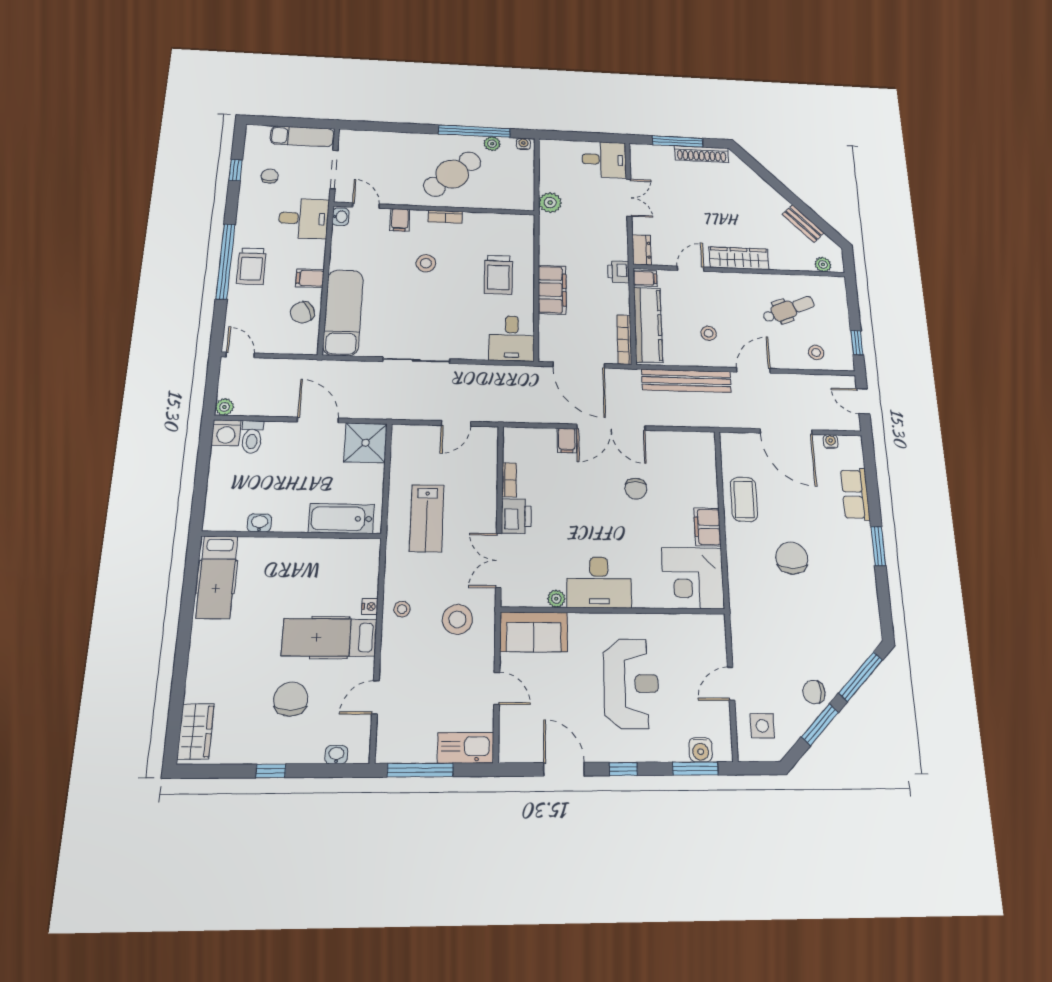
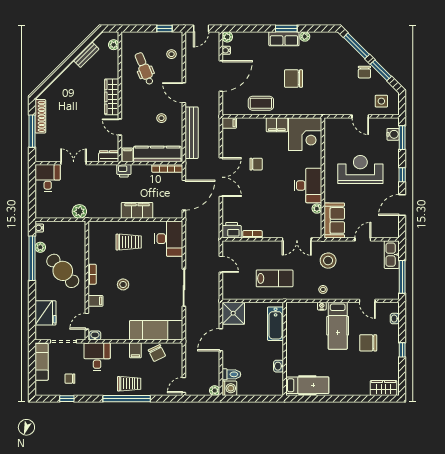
fridge: (384, 146) -> (46, 313), added
desk: (512, 338) -> (169, 239), width x1.37
filing cabinet: (567, 440) -> (229, 123), moved
plant: (854, 444) -> (227, 37), added
row of seats: (855, 494) -> (284, 39), moved
printer: (516, 516) -> (232, 230), moved
plant: (868, 580) -> (305, 36), added

